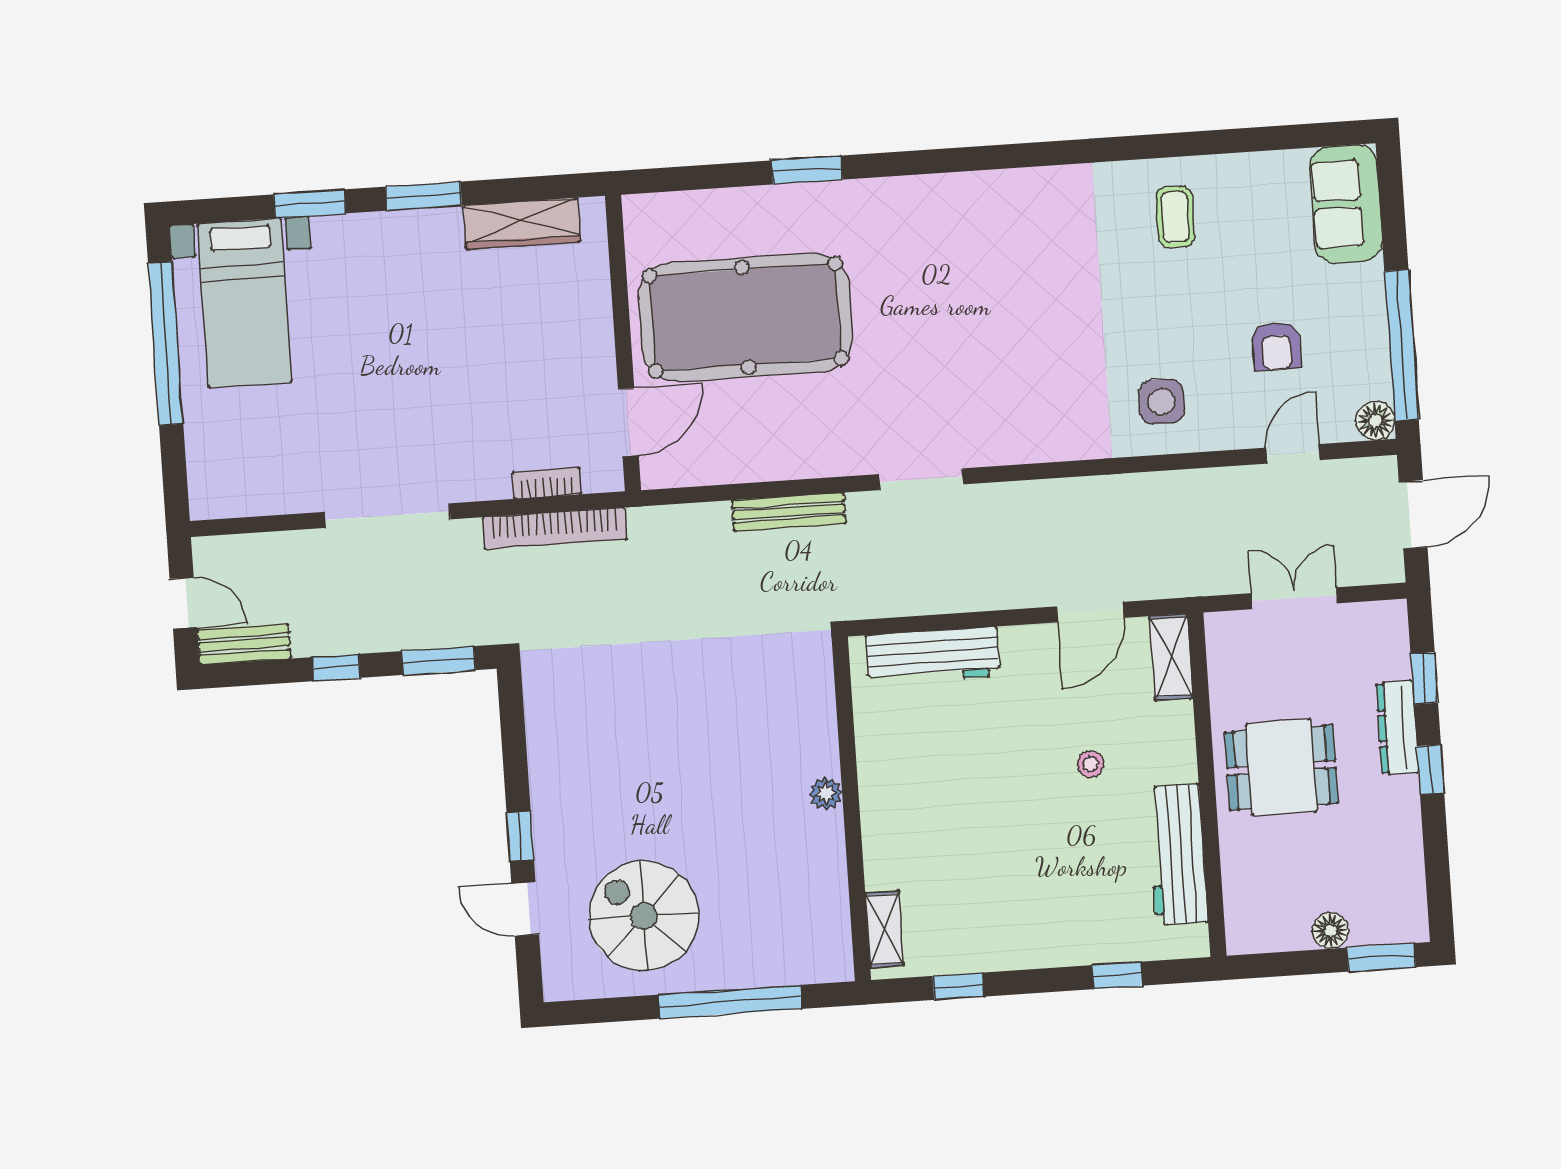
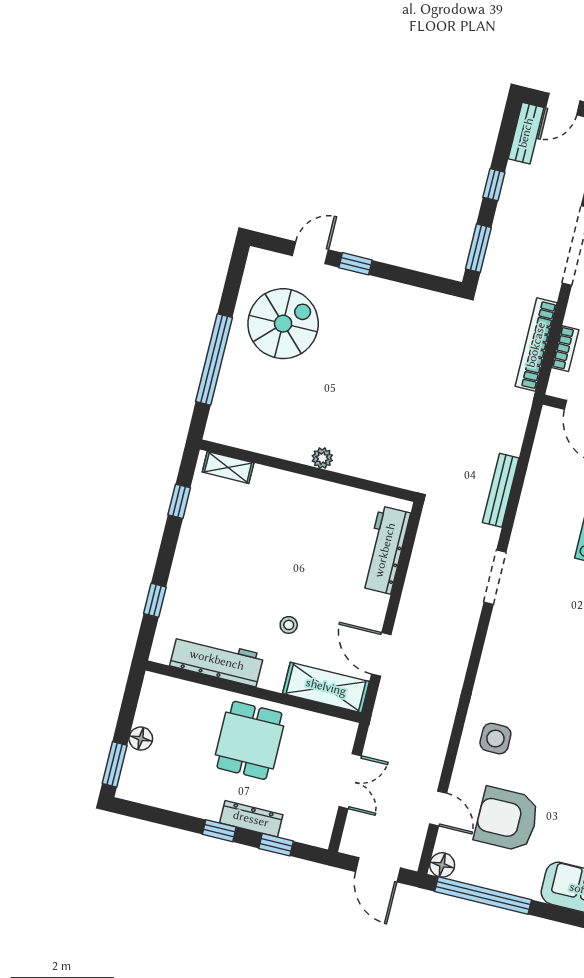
armchair: (1277, 346) -> (507, 819), width x1.88, depth x1.88
shelving: (1171, 657) -> (326, 687), width x1.50, depth x1.33

